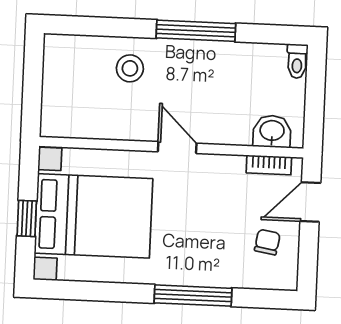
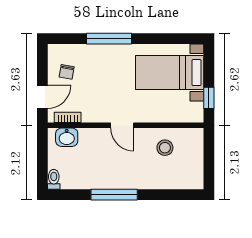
stool: (130, 68) -> (165, 148), moved
bed with nightstands: (94, 216) -> (170, 73), width x0.73
window: (27, 218) -> (209, 98), moved

